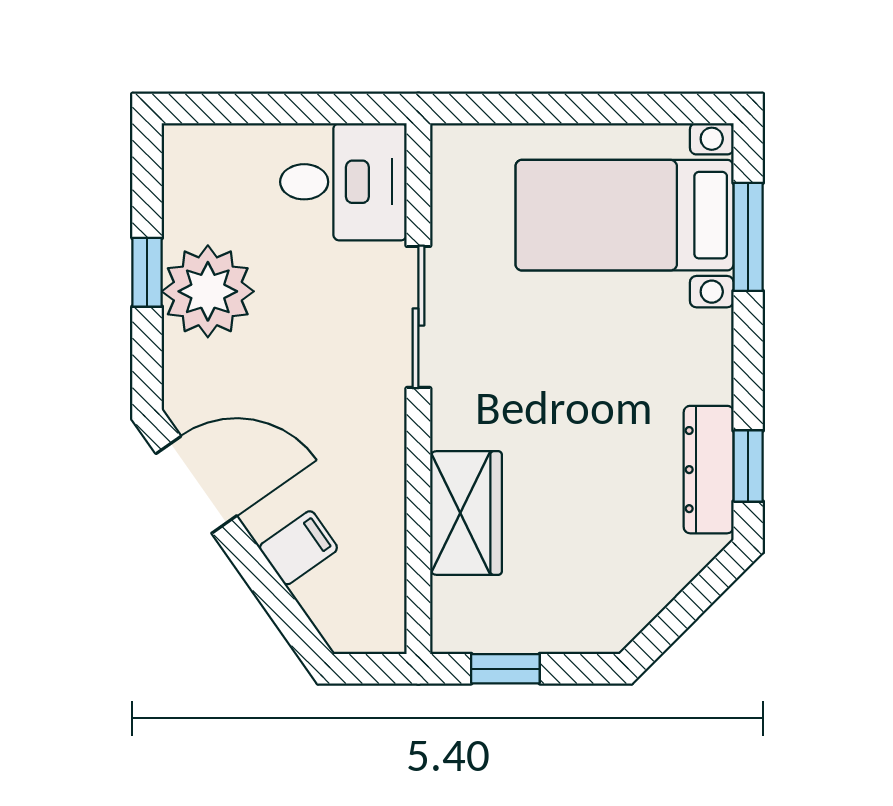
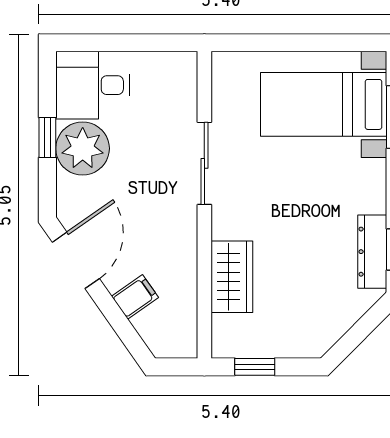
desk: (343, 182) -> (93, 85), moved, turned 180
door: (196, 485) -> (76, 260), hinge flipped

